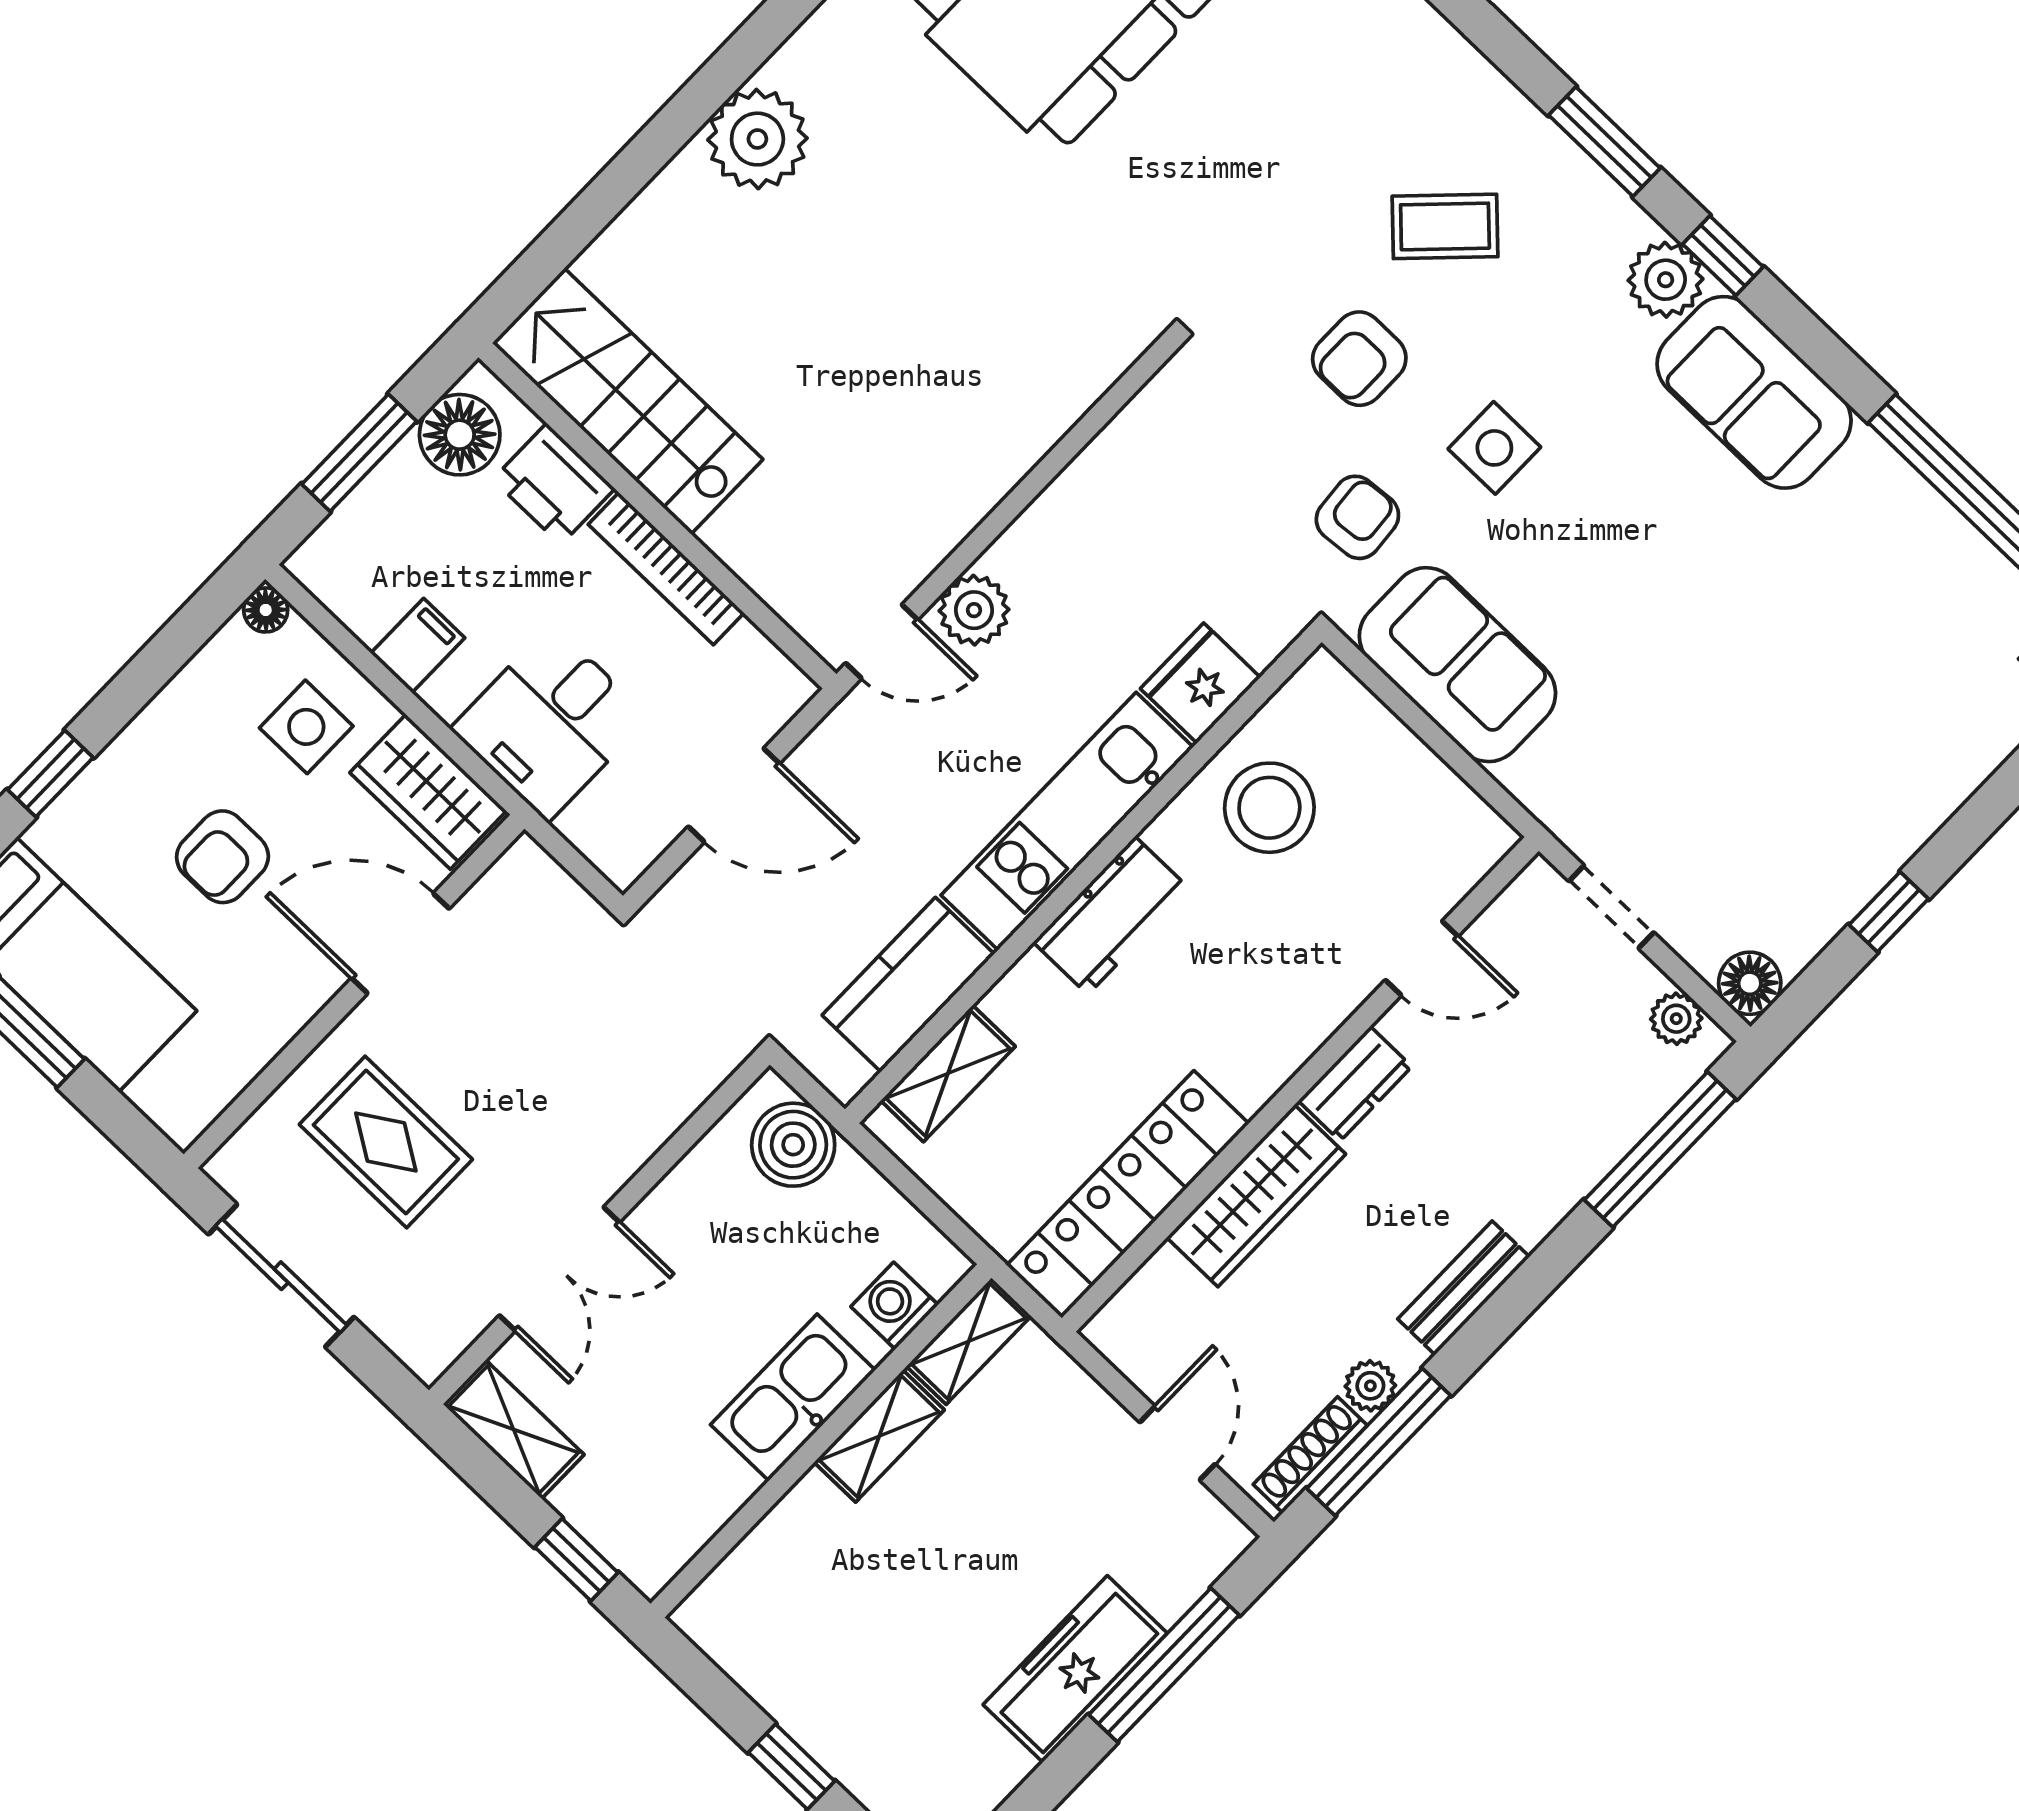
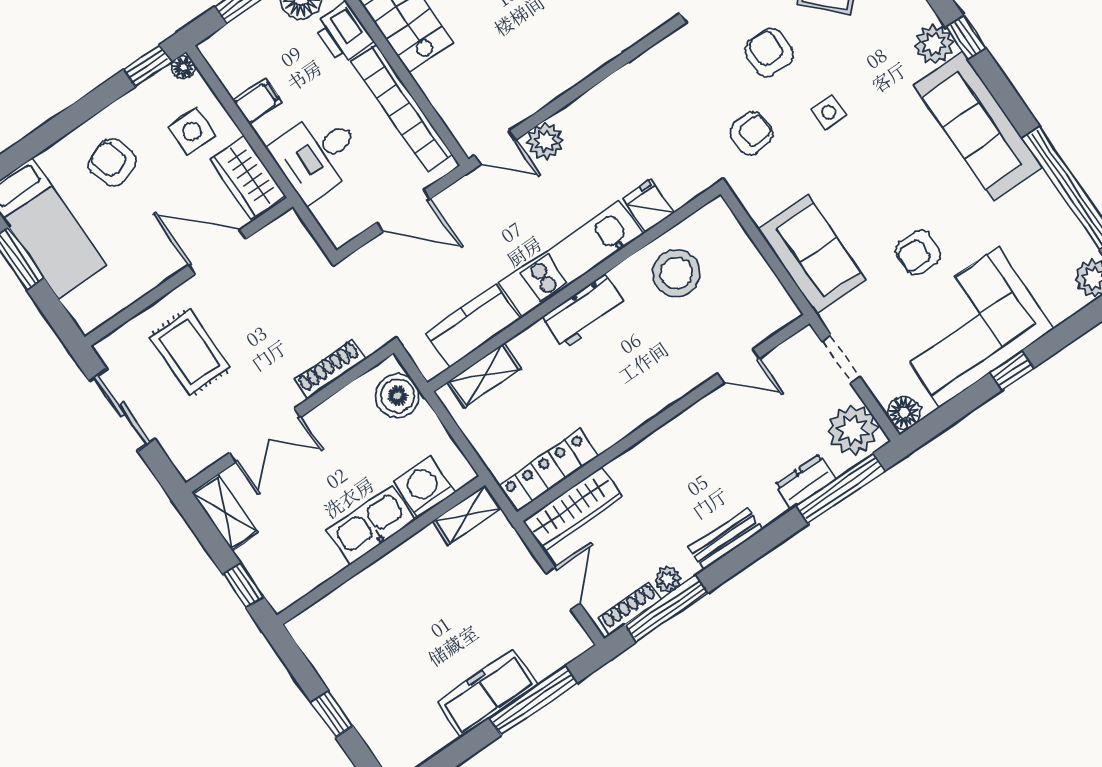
armchair: (1359, 359) -> (769, 53), turned 90
sofa: (1754, 392) -> (978, 126), width x1.36
side table: (1494, 448) -> (829, 112), width x0.73, depth x0.73
bookcase: (666, 569) -> (402, 108), width x1.48, depth x1.31
sofa: (1457, 665) -> (812, 255), moved
armchair: (1715, 677) -> (918, 253), added
fridge: (1200, 683) -> (648, 206), width x0.72
window: (50, 774) -> (147, 66), moved
corner sofa: (1840, 797) -> (969, 327), added
armchair: (222, 857) -> (112, 162), moved, turned 72
window: (1889, 912) -> (1012, 370), moved
plant: (1676, 1019) -> (853, 430), width x1.87, depth x1.87
dresser: (1355, 1084) -> (806, 482), moved, turned 180
shoe rack: (656, 1121) -> (330, 369), added
locker: (1128, 1194) -> (549, 471), width x0.71, depth x0.83
wardrobe: (1256, 1196) -> (573, 509), moved
washing machine: (894, 1306) -> (424, 487), width x1.38, depth x1.38
shelving: (879, 1436) -> (411, 554), removed

